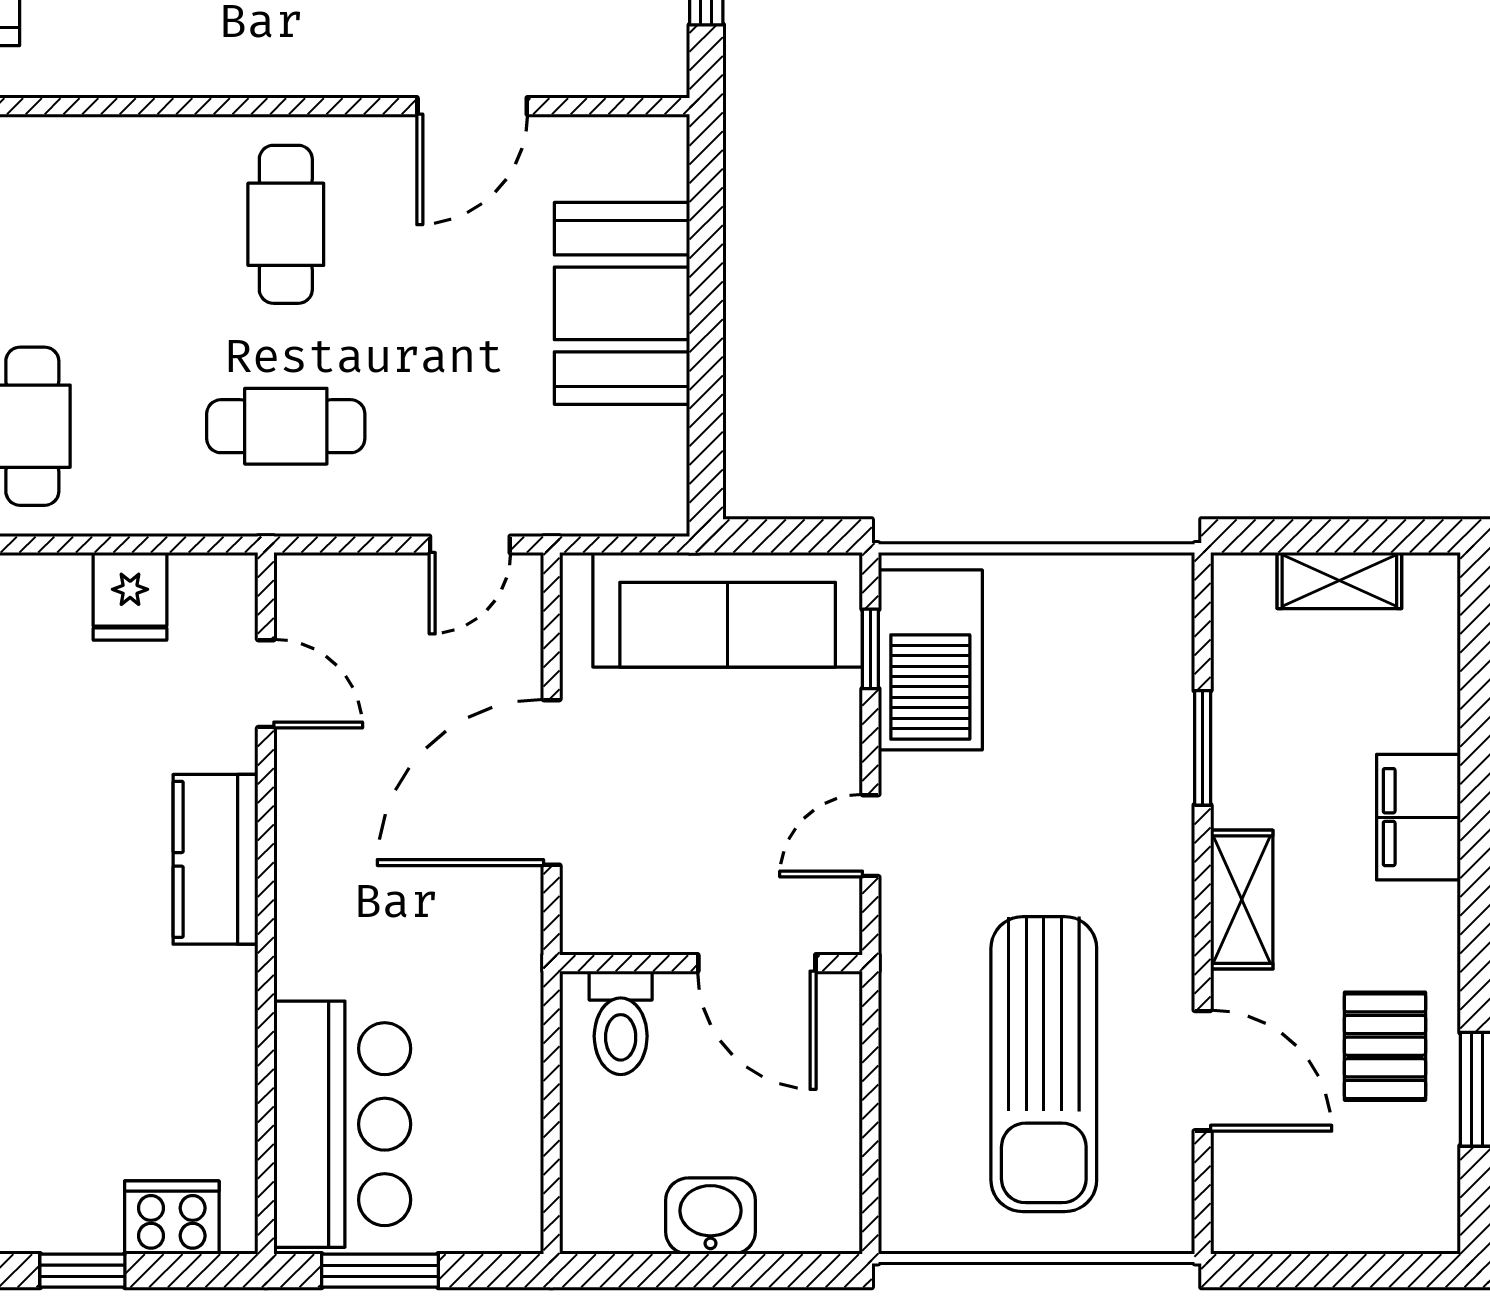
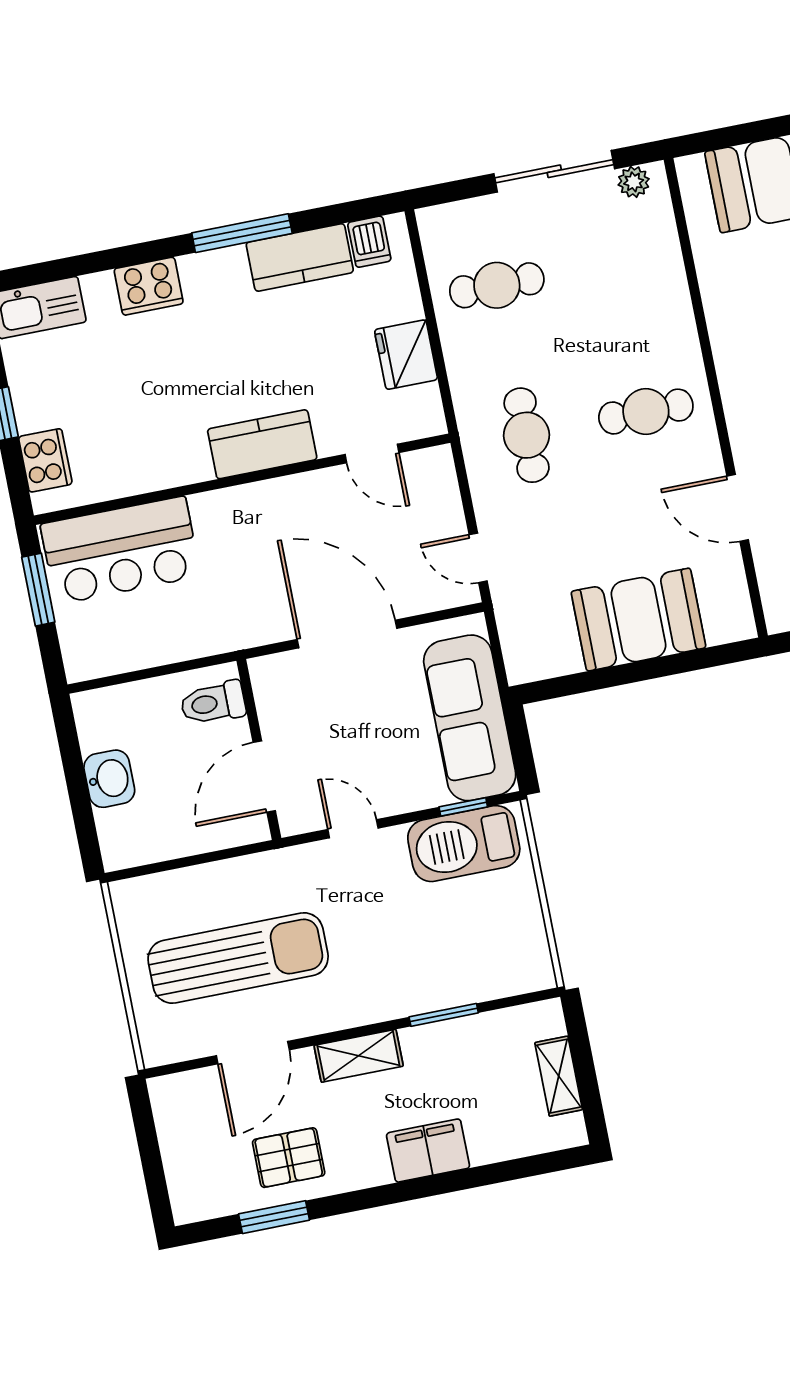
fridge: (130, 596) -> (406, 355), width x1.38
door: (266, 684) -> (372, 454), hinge flipped
sun lounger: (1044, 1064) -> (238, 958), turned 180

